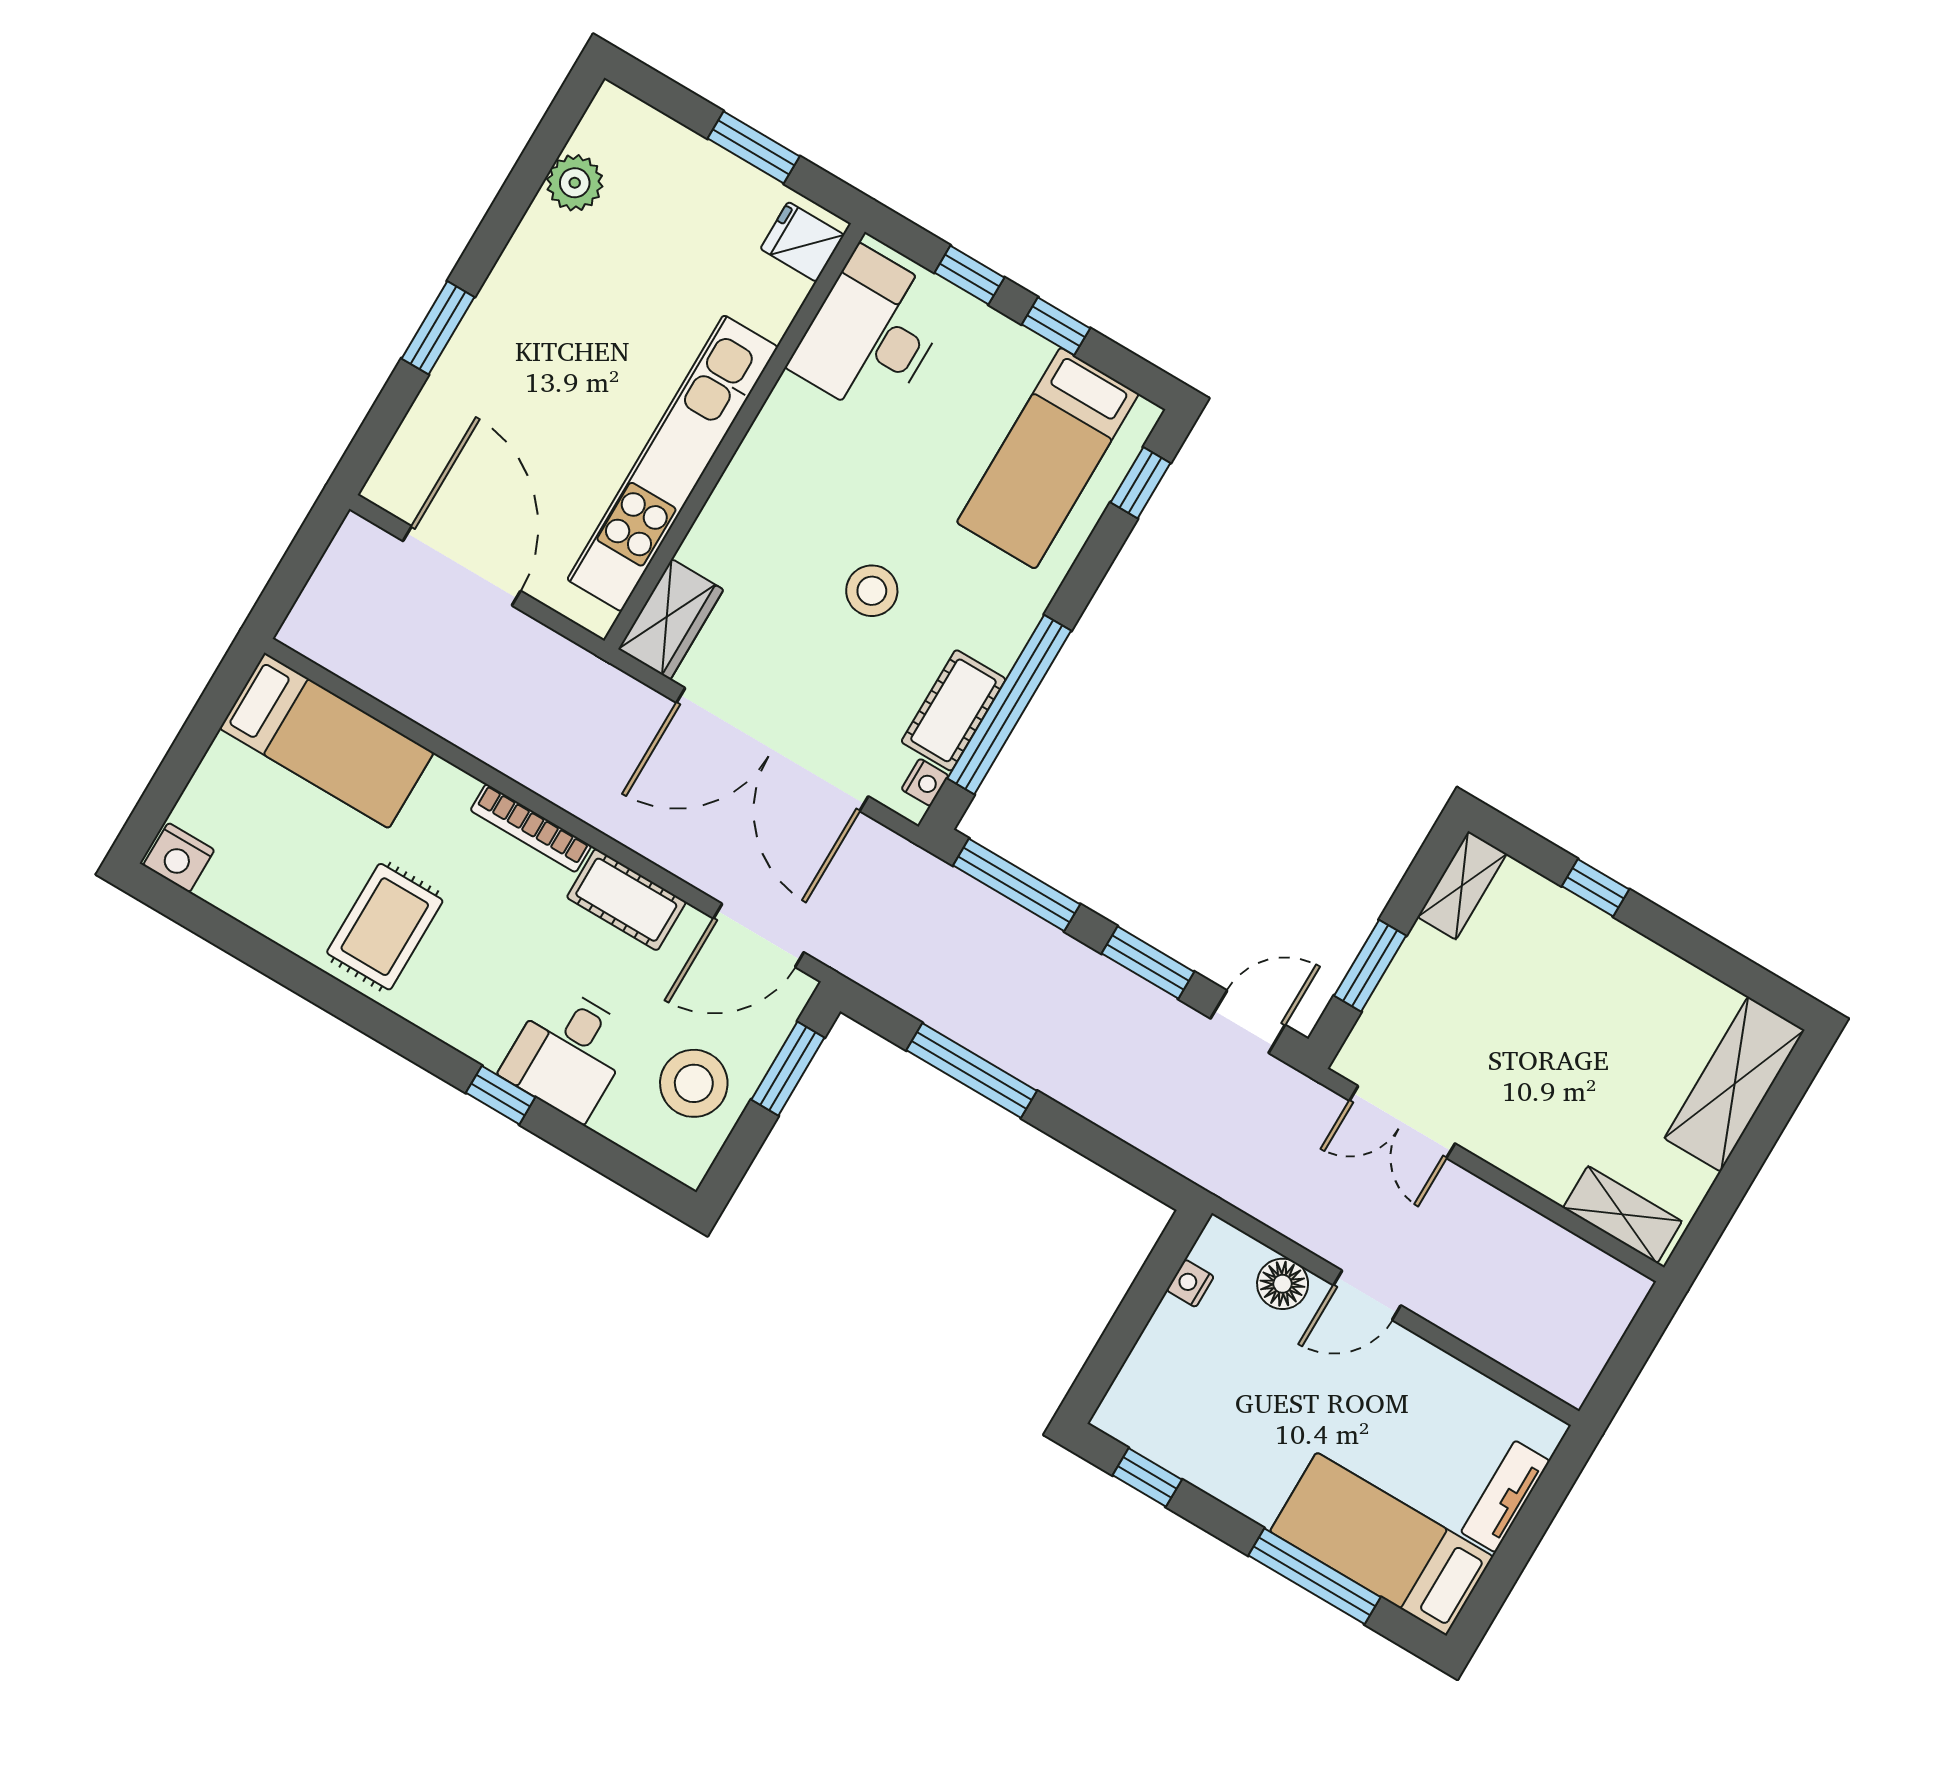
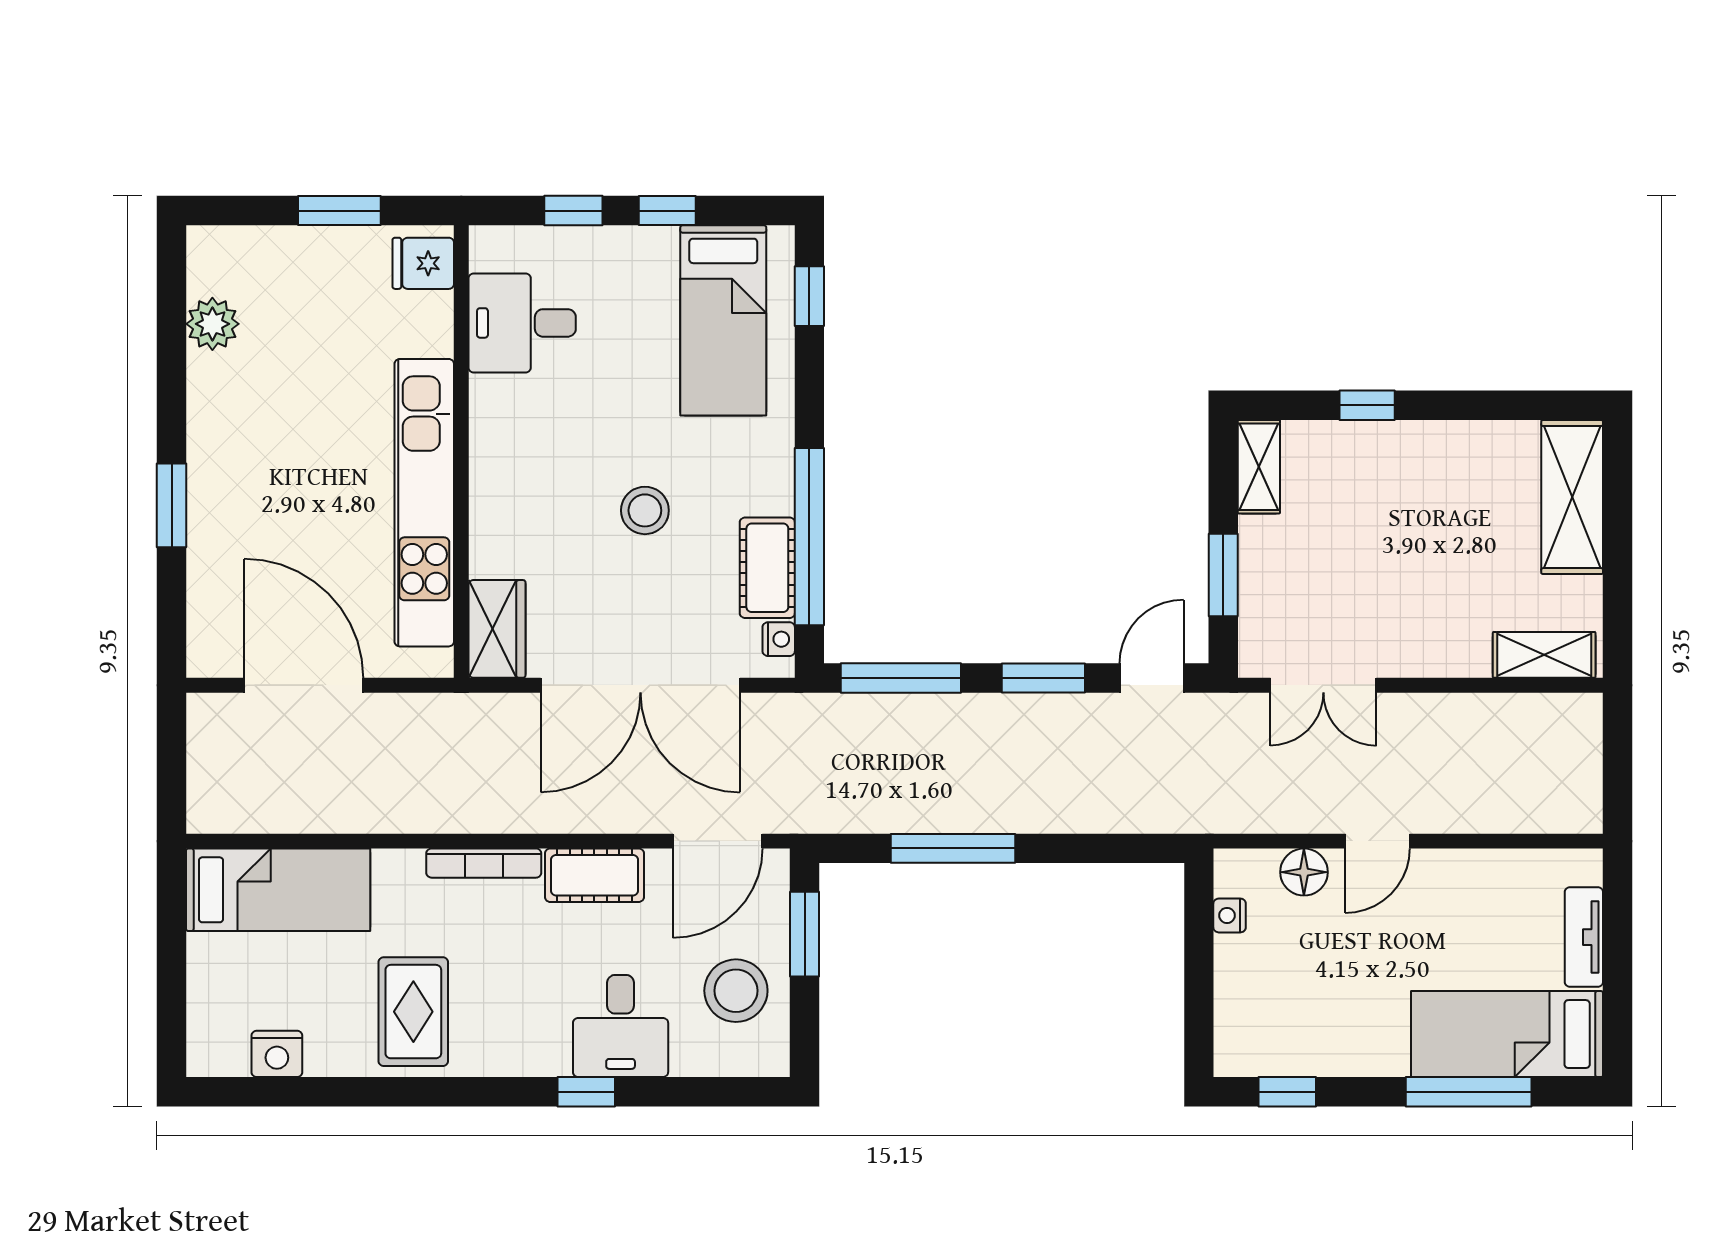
desk: (871, 334) -> (522, 323), width x0.73
nightstand: (179, 858) -> (277, 1054), moved

